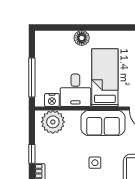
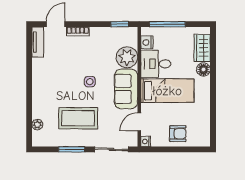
wardrobe: (58, 39) -> (202, 48), added
plant: (53, 122) -> (127, 57), moved
window: (32, 154) -> (120, 24), moved

